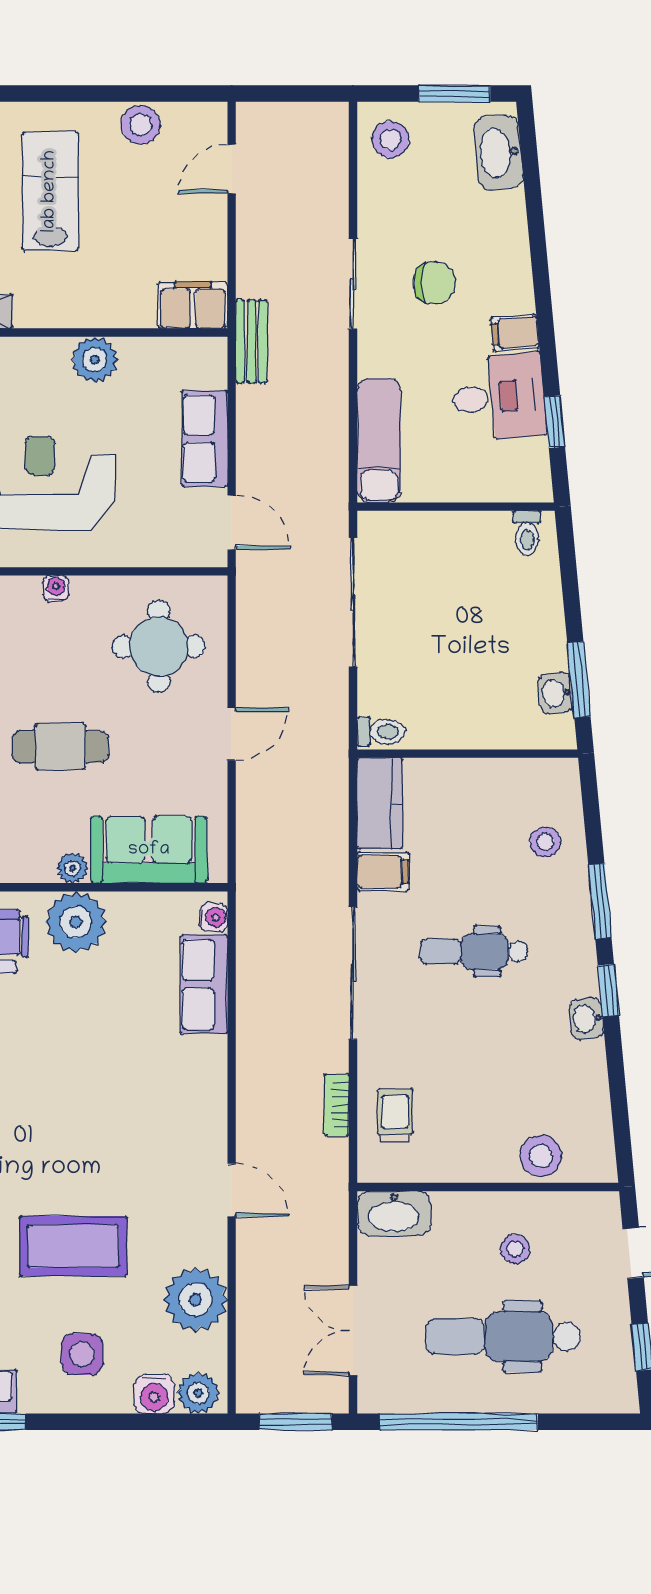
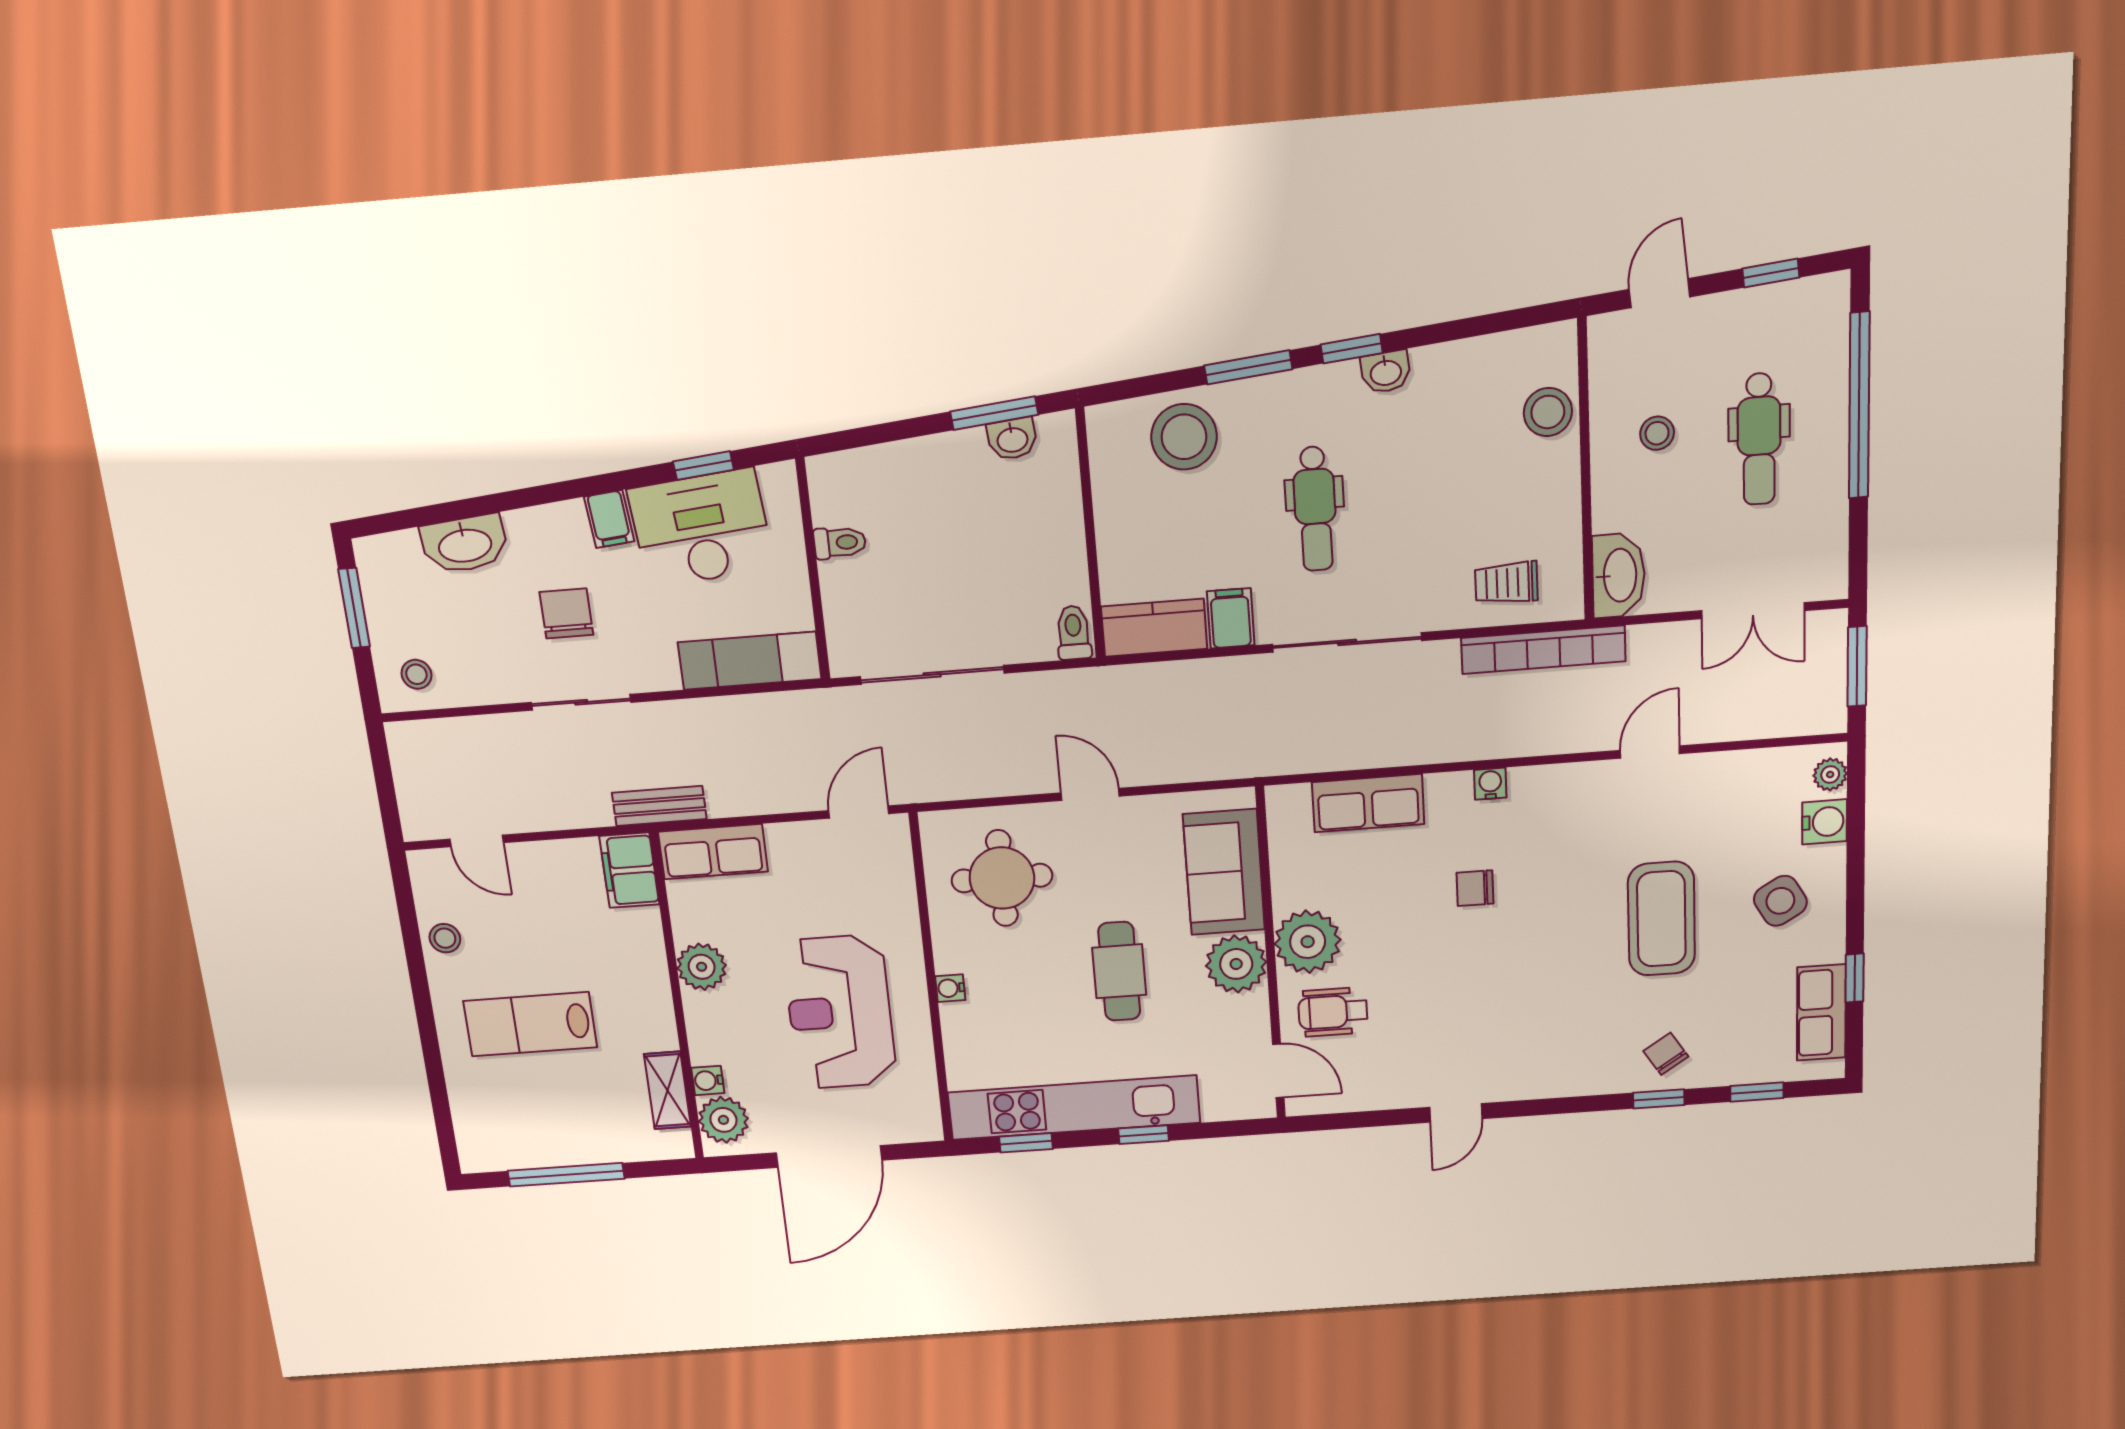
stool: (141, 125) -> (445, 938), width x0.73, depth x0.73
stool: (390, 139) -> (416, 674), width x0.73, depth x0.73
washbasin: (498, 152) -> (465, 544), moved
desk: (499, 397) -> (701, 528), width x1.37
row of seats: (205, 439) -> (713, 852), moved
toilet: (527, 533) -> (840, 543), moved
stool: (545, 842) -> (1184, 437), width x1.89, depth x1.89
plant: (72, 868) -> (1236, 964), width x1.88, depth x1.88
water cooler: (213, 917) -> (1490, 784), moved
chair: (116, 1077) -> (1475, 888), added
bookcase: (337, 1105) -> (1543, 650), width x2.31, depth x1.31
door: (232, 1190) -> (1650, 752), moved
plant: (195, 1300) -> (1719, 786), removed
dental chair: (503, 1336) -> (1759, 439), width x0.73, depth x0.72
side table: (82, 1354) -> (1780, 901), turned -30
plant: (198, 1393) -> (1830, 774), width x0.73, depth x0.73
window: (459, 1422) -> (1859, 406), moved

